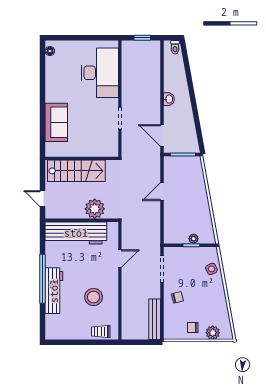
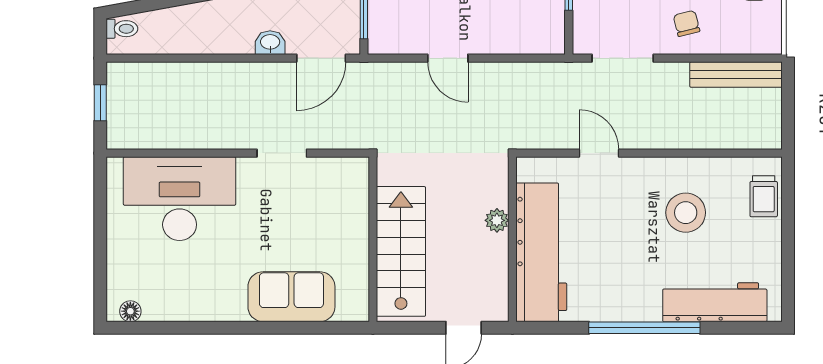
washbasin: (169, 99) -> (270, 43), moved
plant: (95, 209) -> (497, 220), width x0.53, depth x0.53
workbench: (54, 291) -> (715, 302), moved

